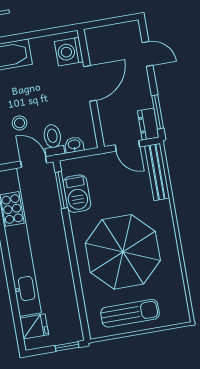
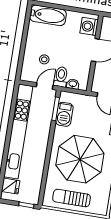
door: (34, 162) -> (45, 86), hinge flipped
sun lounger: (130, 313) -> (72, 198), turned 180

